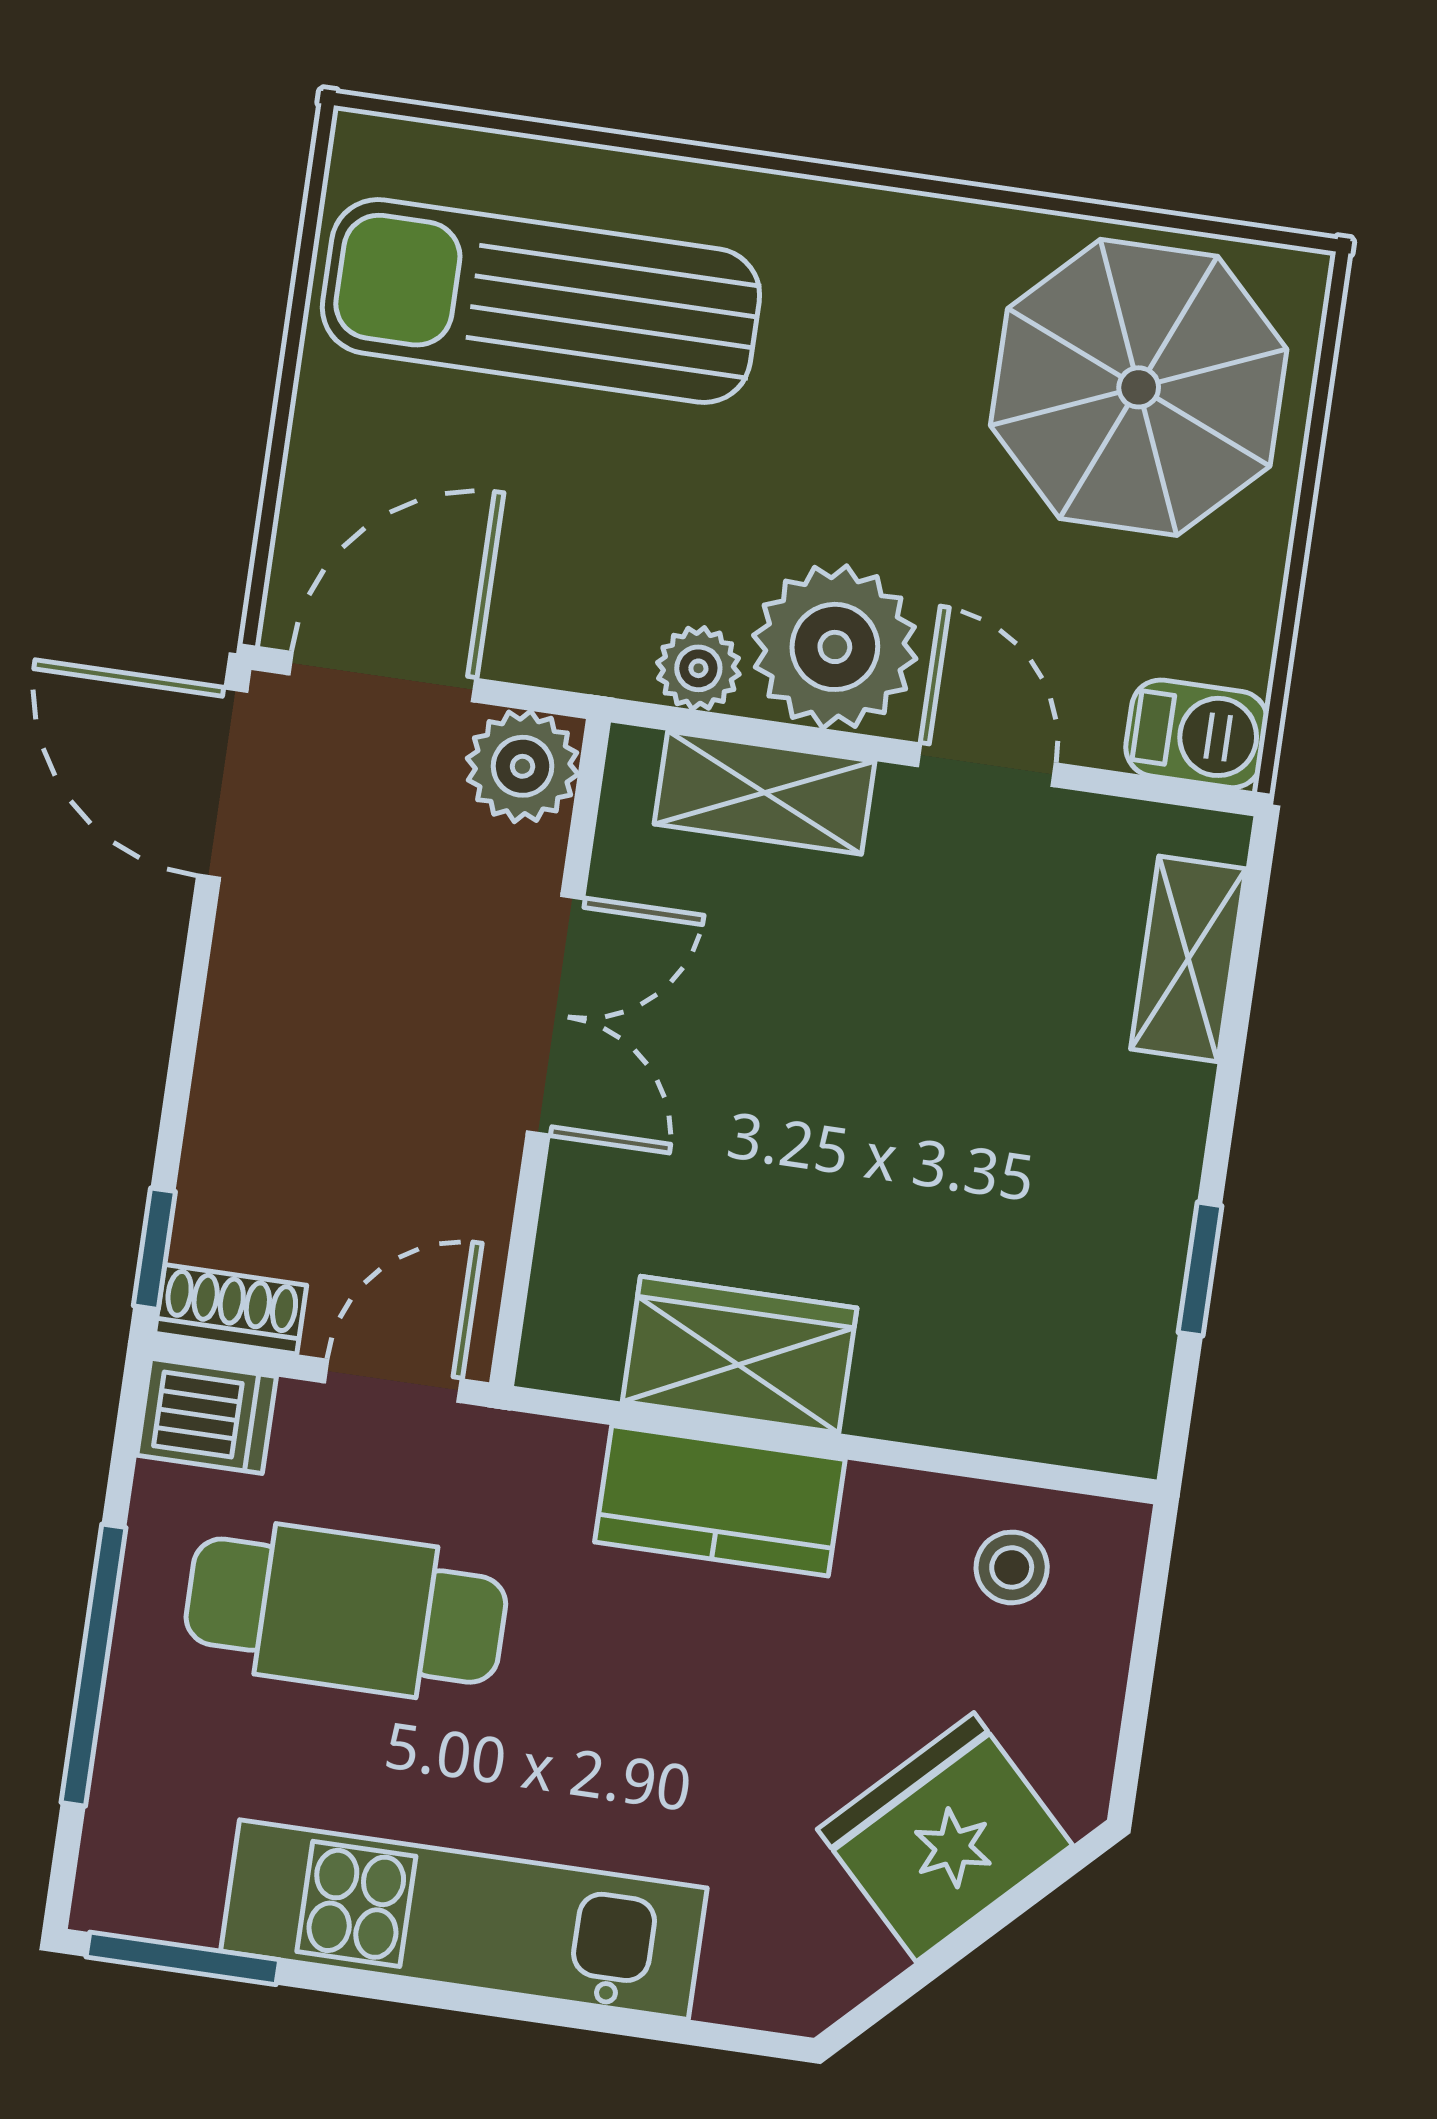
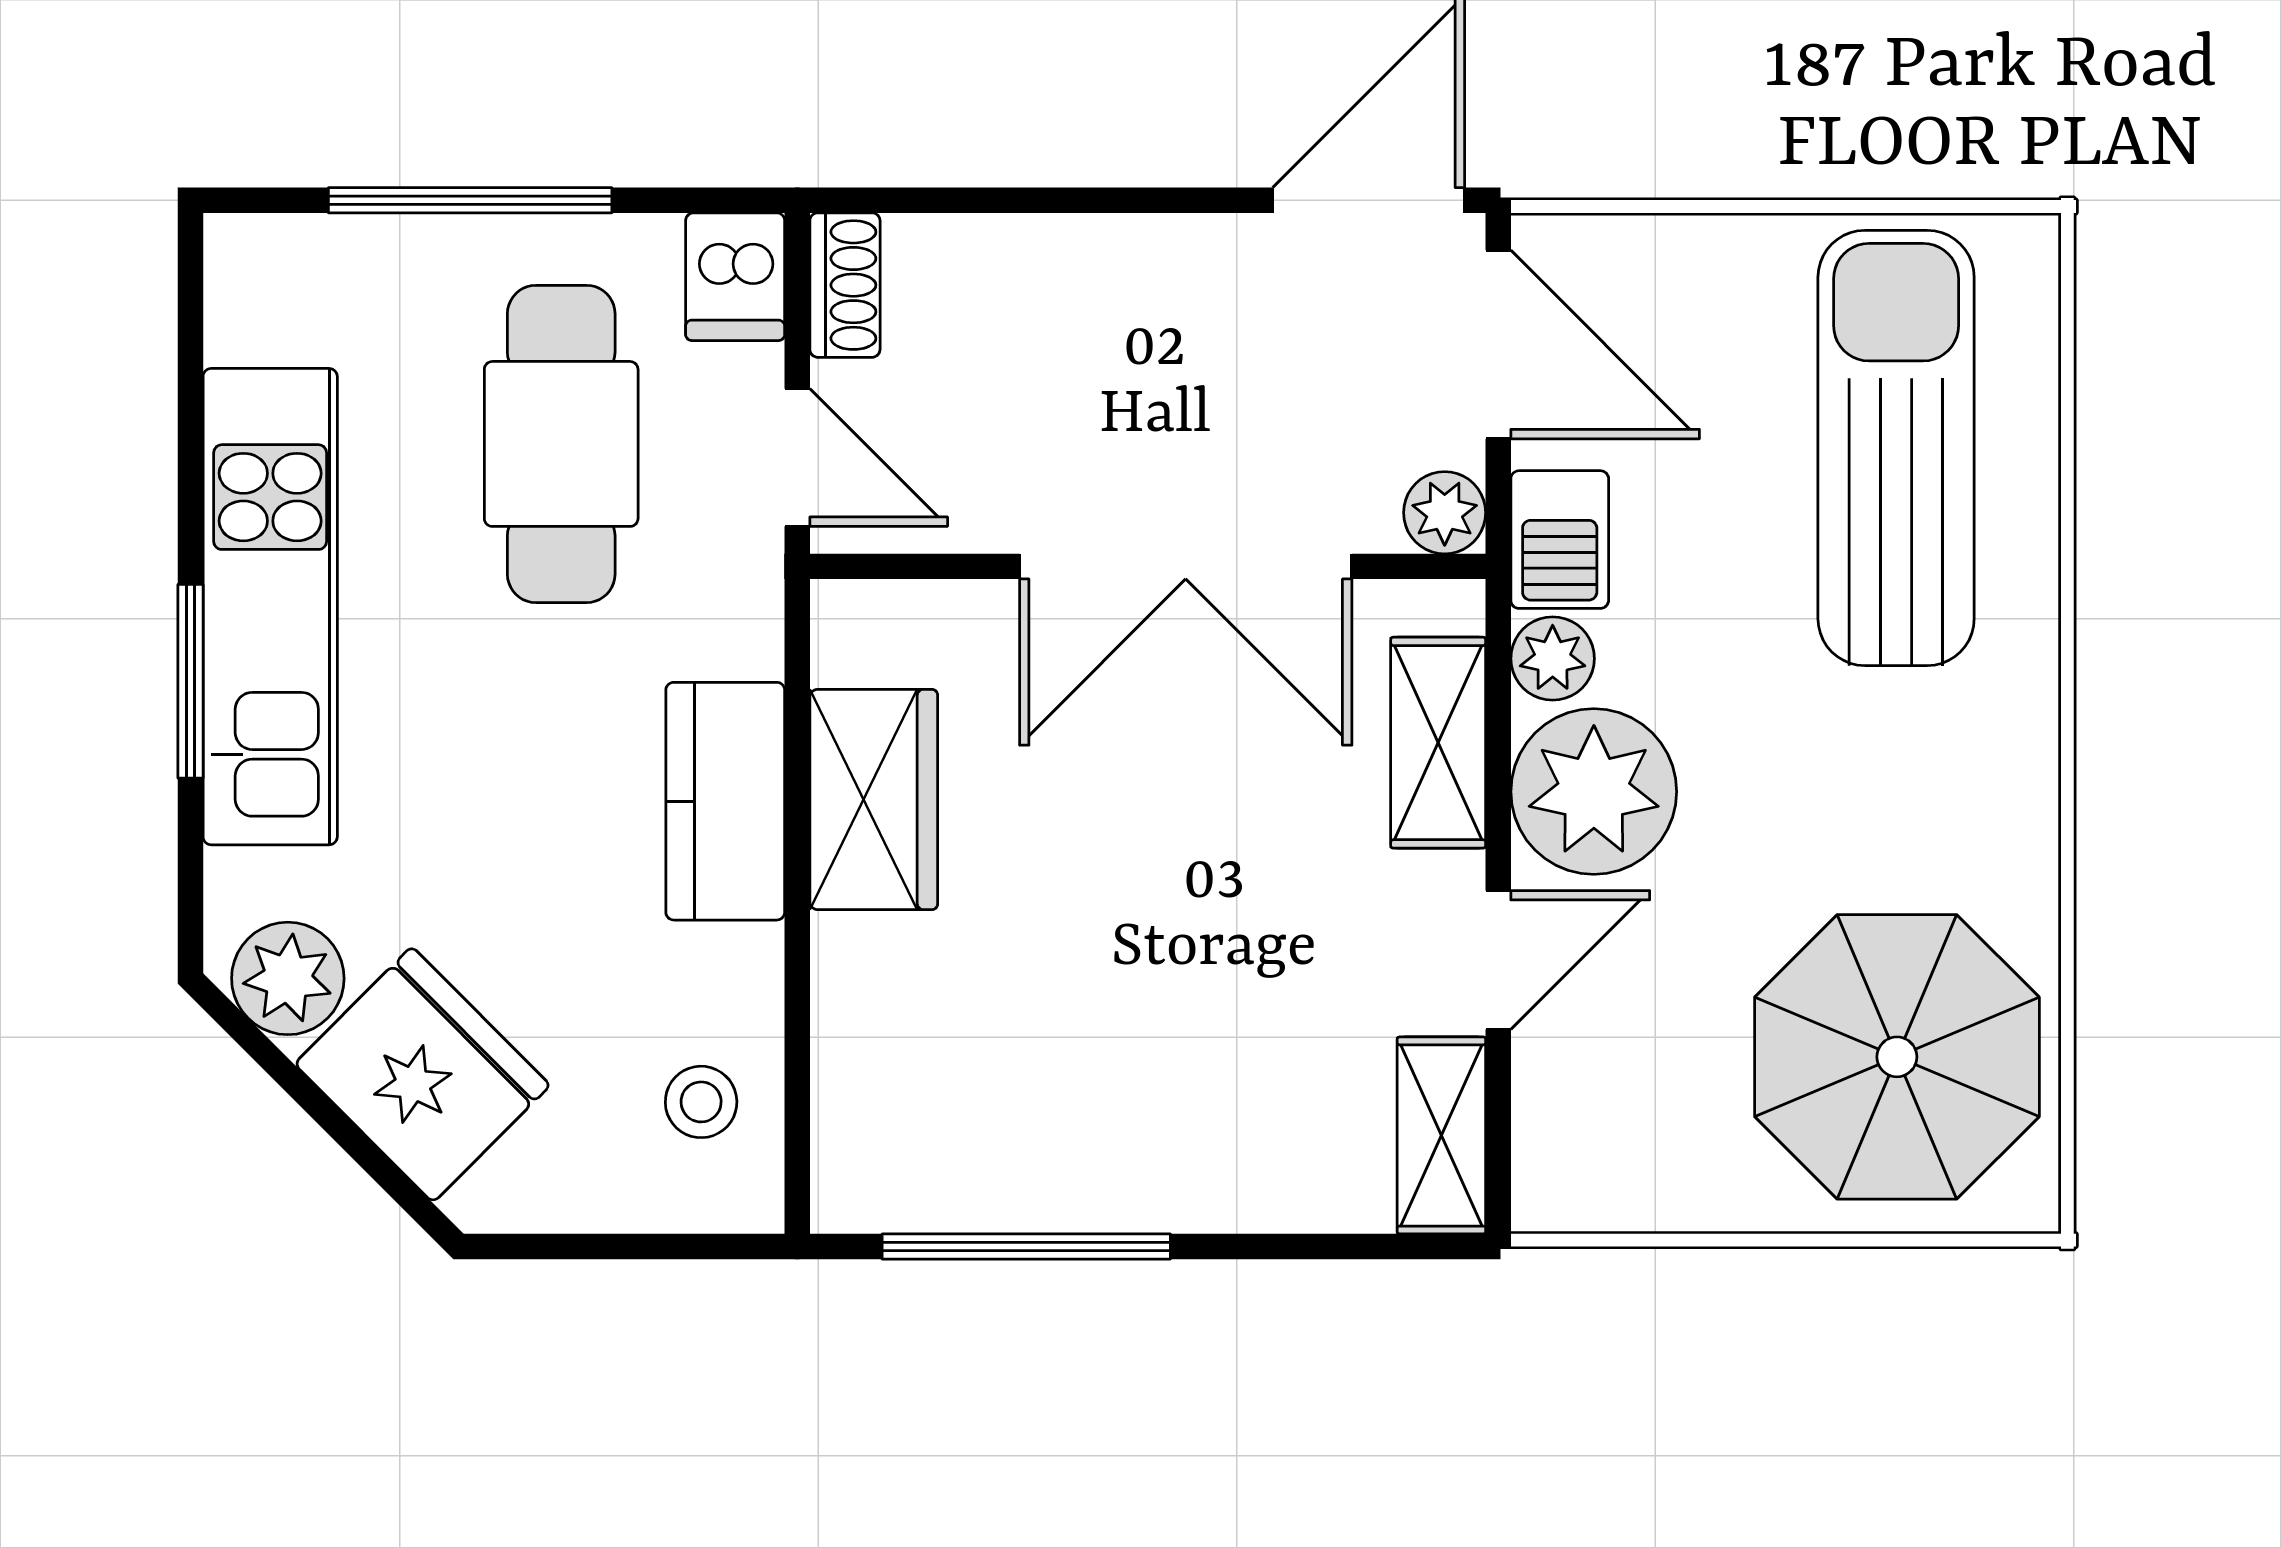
barbecue: (1197, 734) -> (1560, 540), moved
plant: (523, 766) -> (1445, 513), width x0.73, depth x0.73
shelving: (1188, 959) -> (1441, 1135), moved, turned 90
double door: (555, 1015) -> (1186, 566), width x1.37
window: (154, 1249) -> (894, 200), removed
window: (1200, 1269) -> (1026, 1246), width x2.17
plant: (831, 1955) -> (288, 978), added
window: (183, 1958) -> (190, 681), moved

